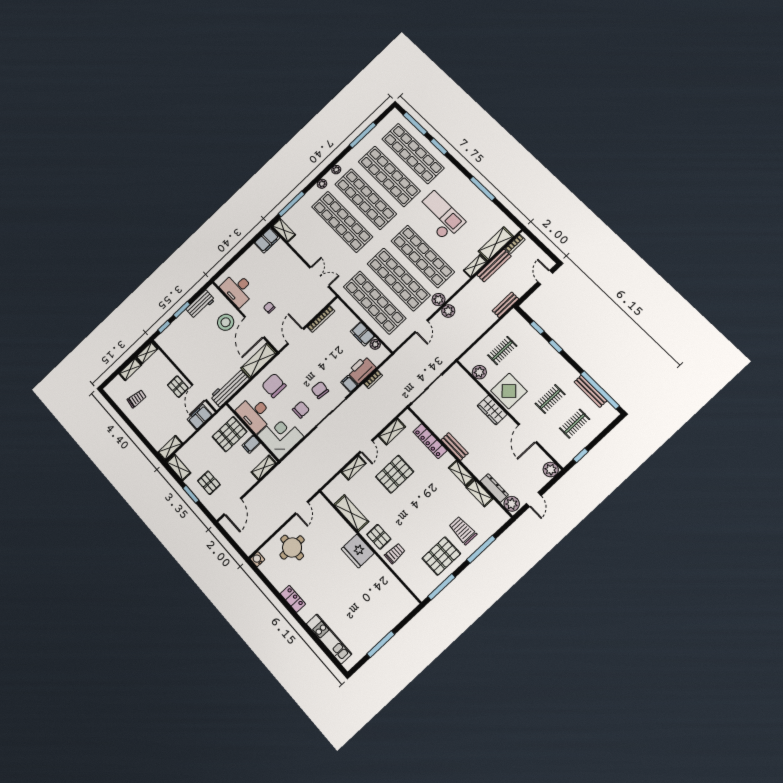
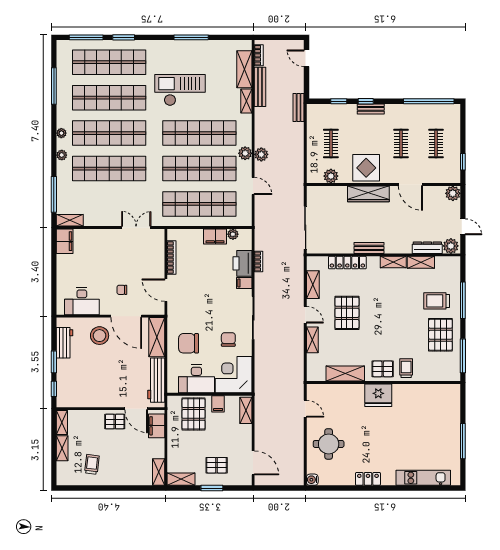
chair: (320, 390) -> (227, 310), removed
bench: (590, 391) -> (371, 109), moved, width x0.73
wardrobe: (492, 410) -> (368, 194), width x1.50

